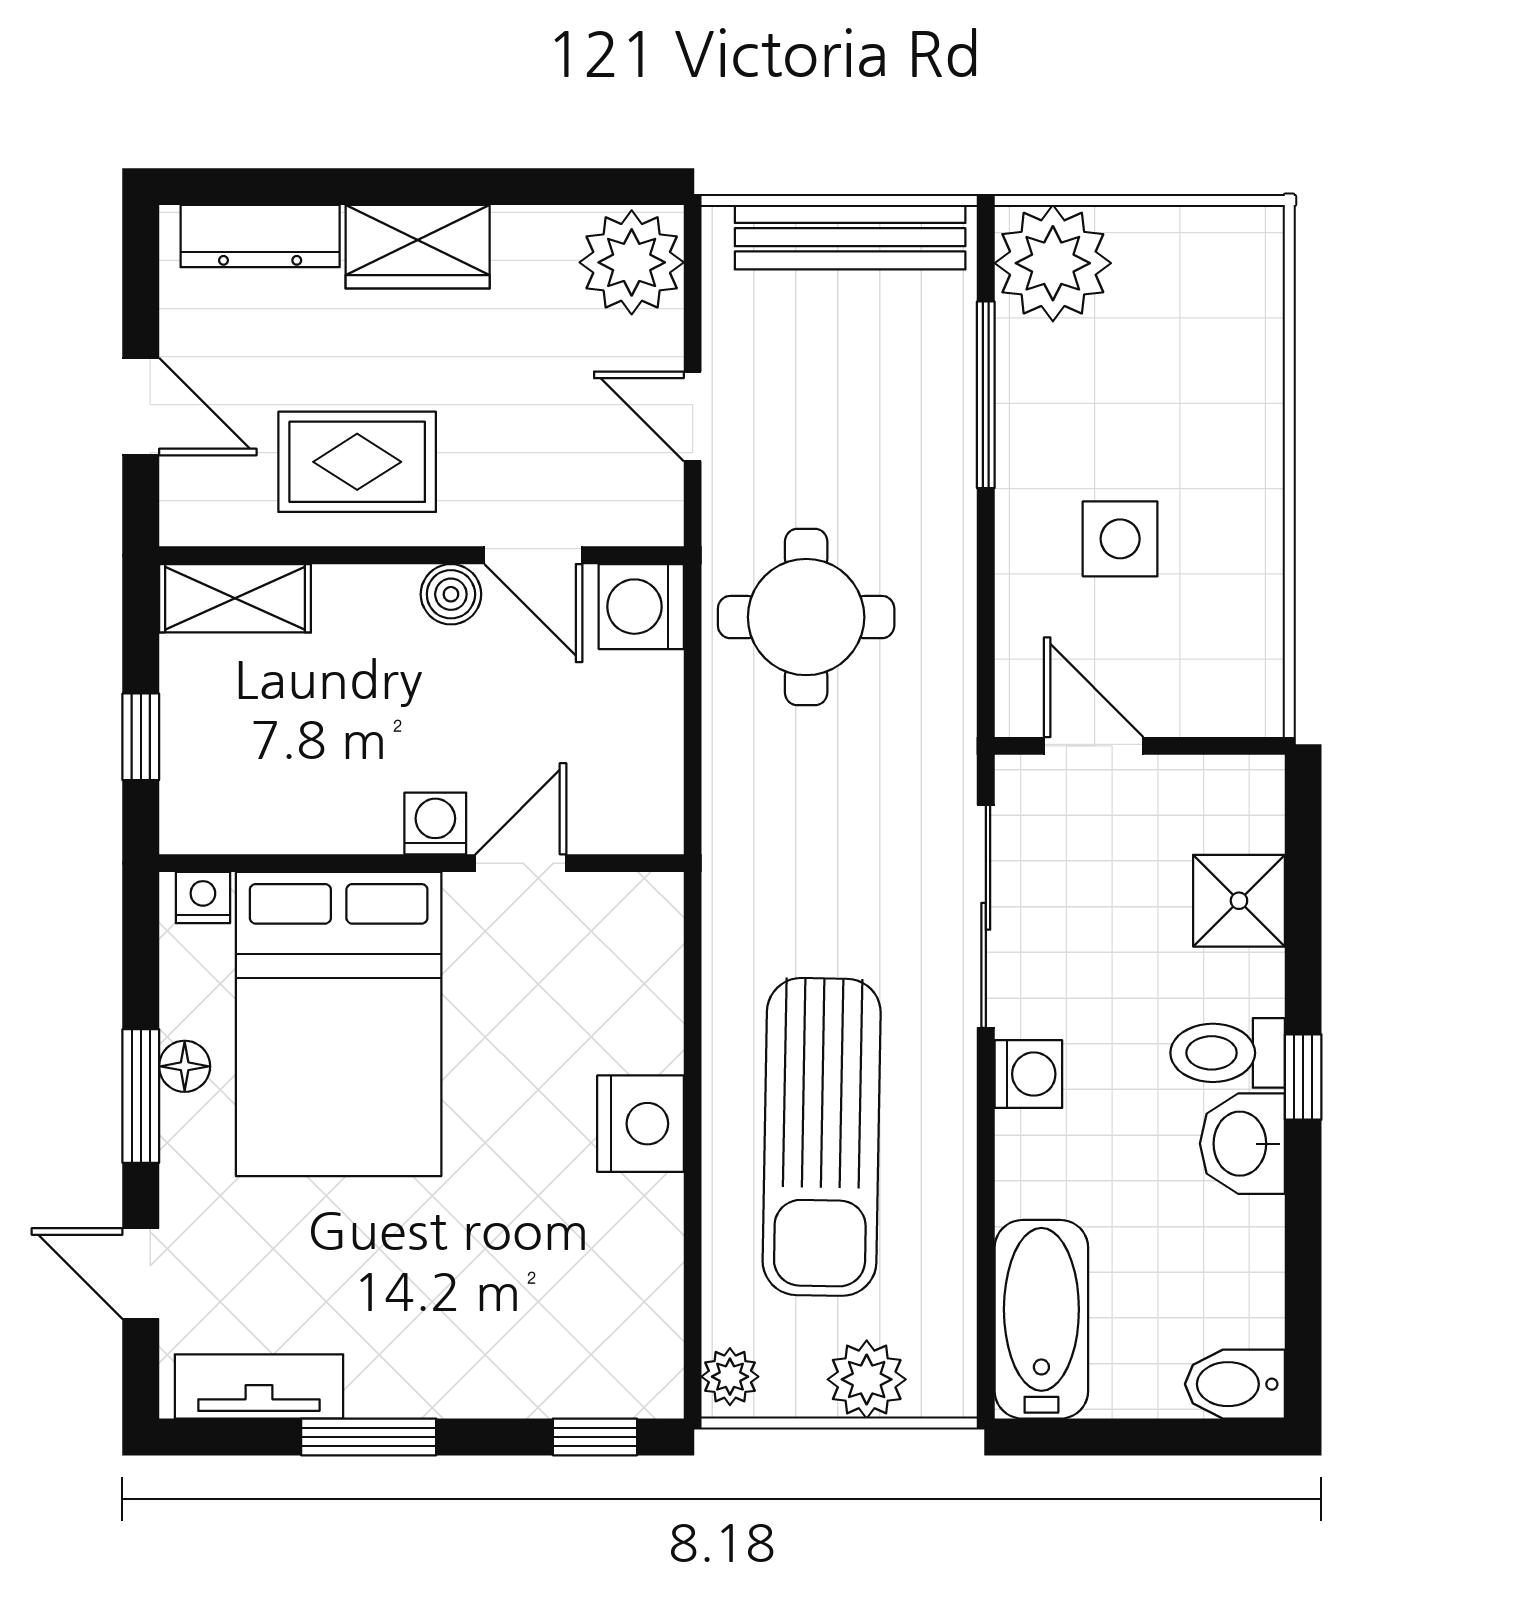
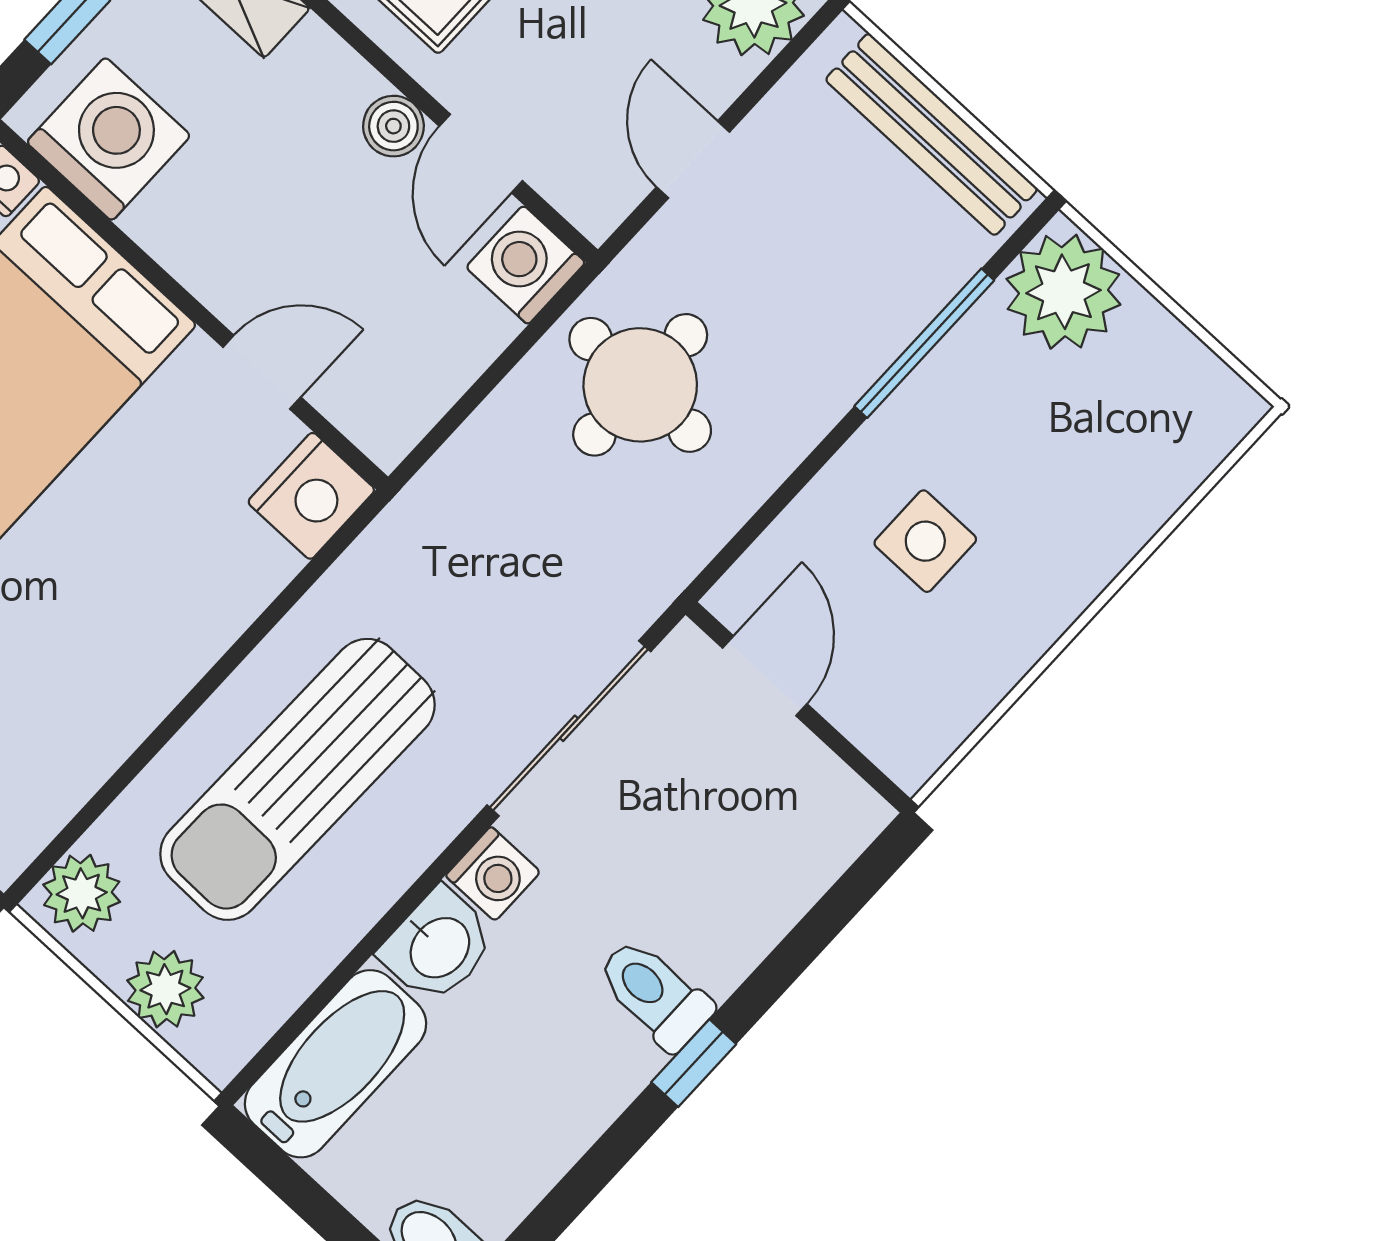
washing machine: (435, 823) -> (109, 139), moved, width x1.89, depth x1.89
shower: (1239, 901) -> (767, 889), removed
nightstand: (640, 1124) -> (311, 496), moved
washbasin: (1242, 1144) -> (438, 946), moved, turned 180
plant: (730, 1377) -> (82, 893), width x1.38, depth x1.38

